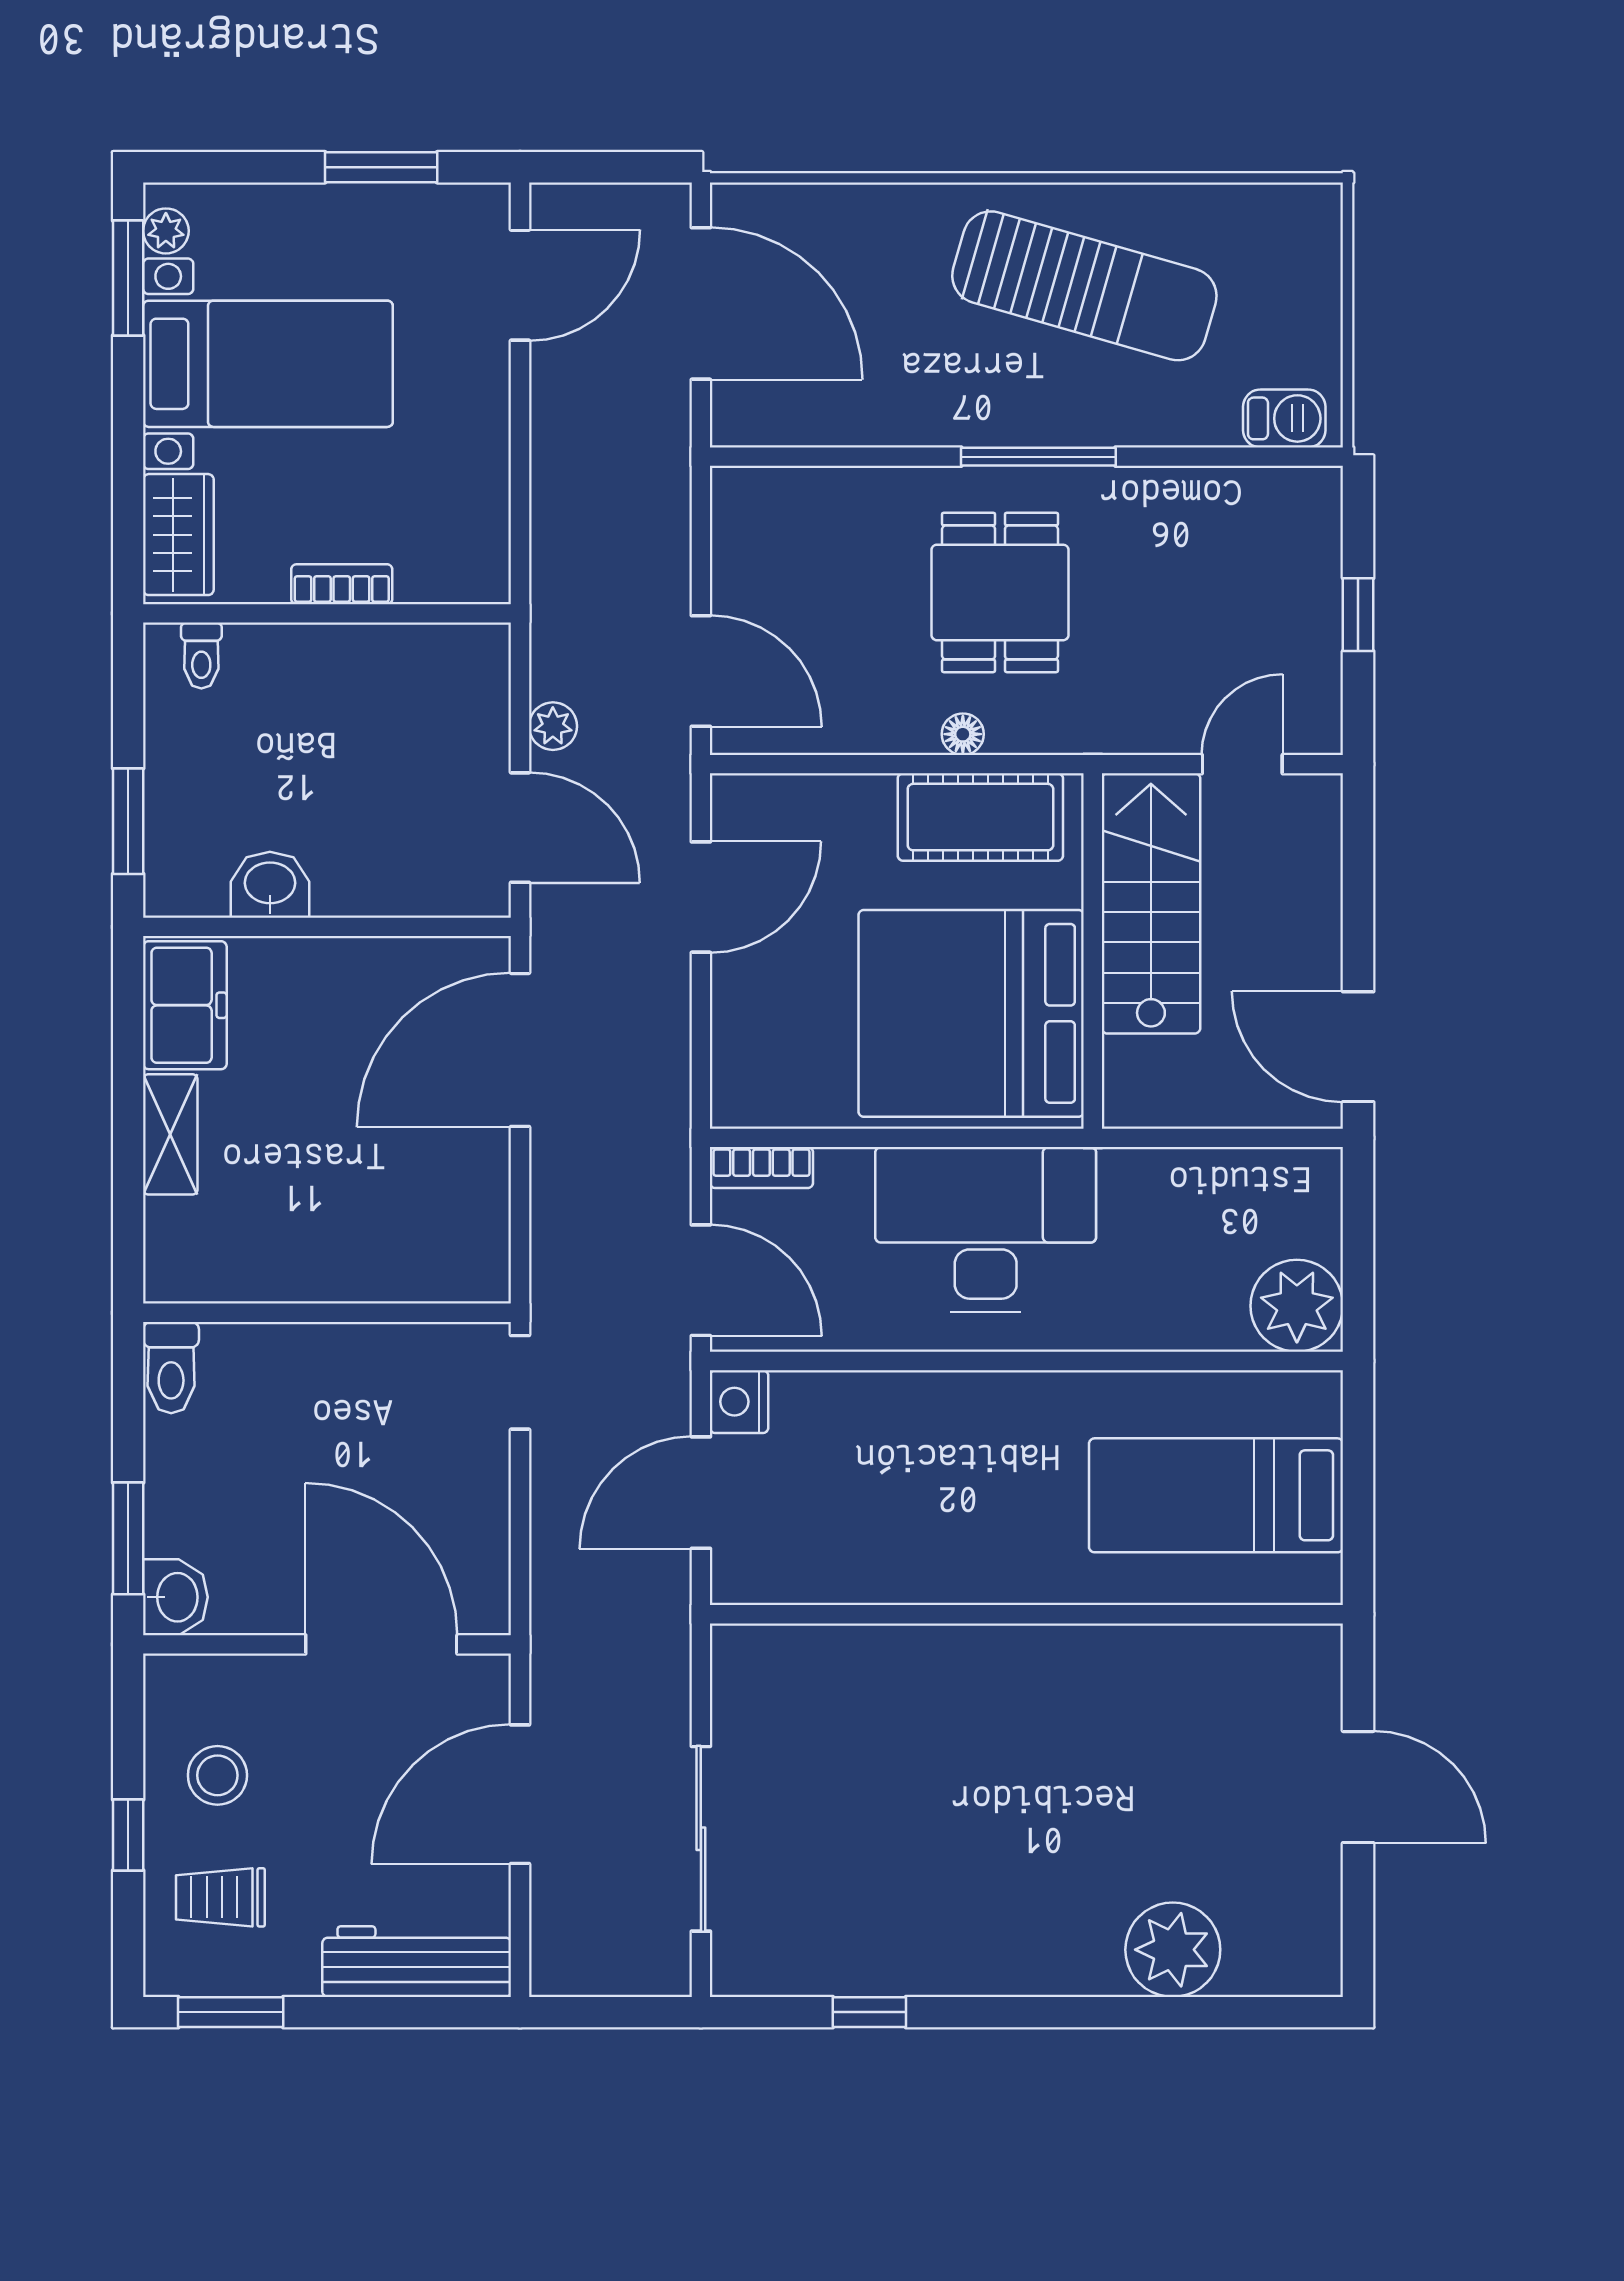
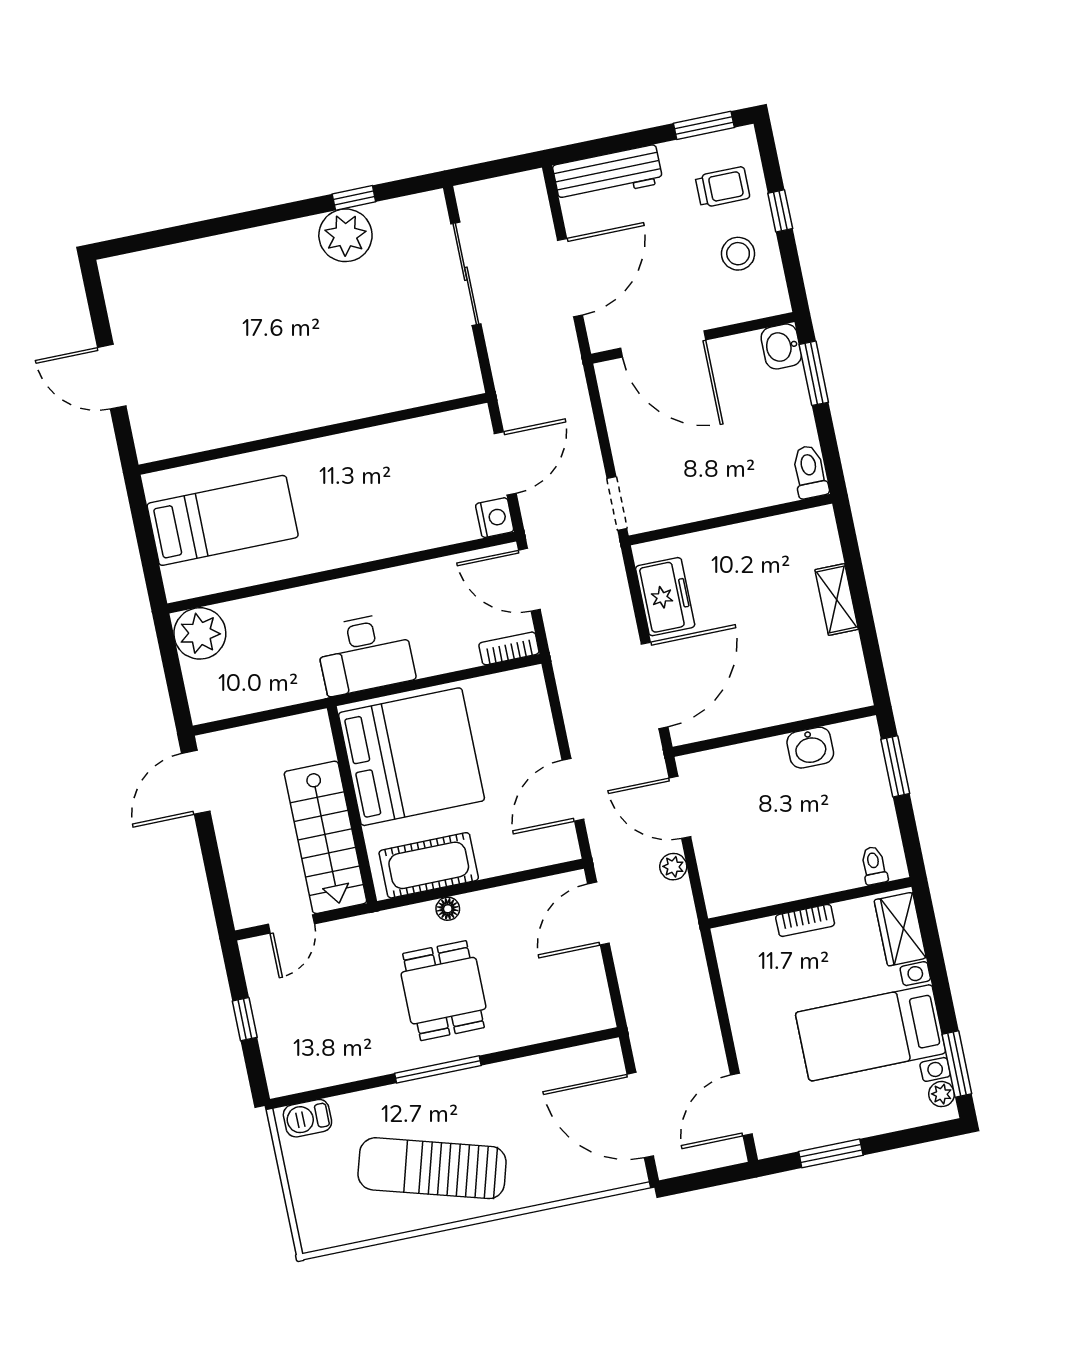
door: (701, 671) -> (598, 914), hinge flipped
freezer: (185, 1005) -> (665, 597), moved, turned 180
door: (1358, 1047) -> (196, 782), swing flipped
desk: (986, 1229) -> (365, 654), width x0.73, depth x0.77
plant: (1173, 1950) -> (345, 235), moved

